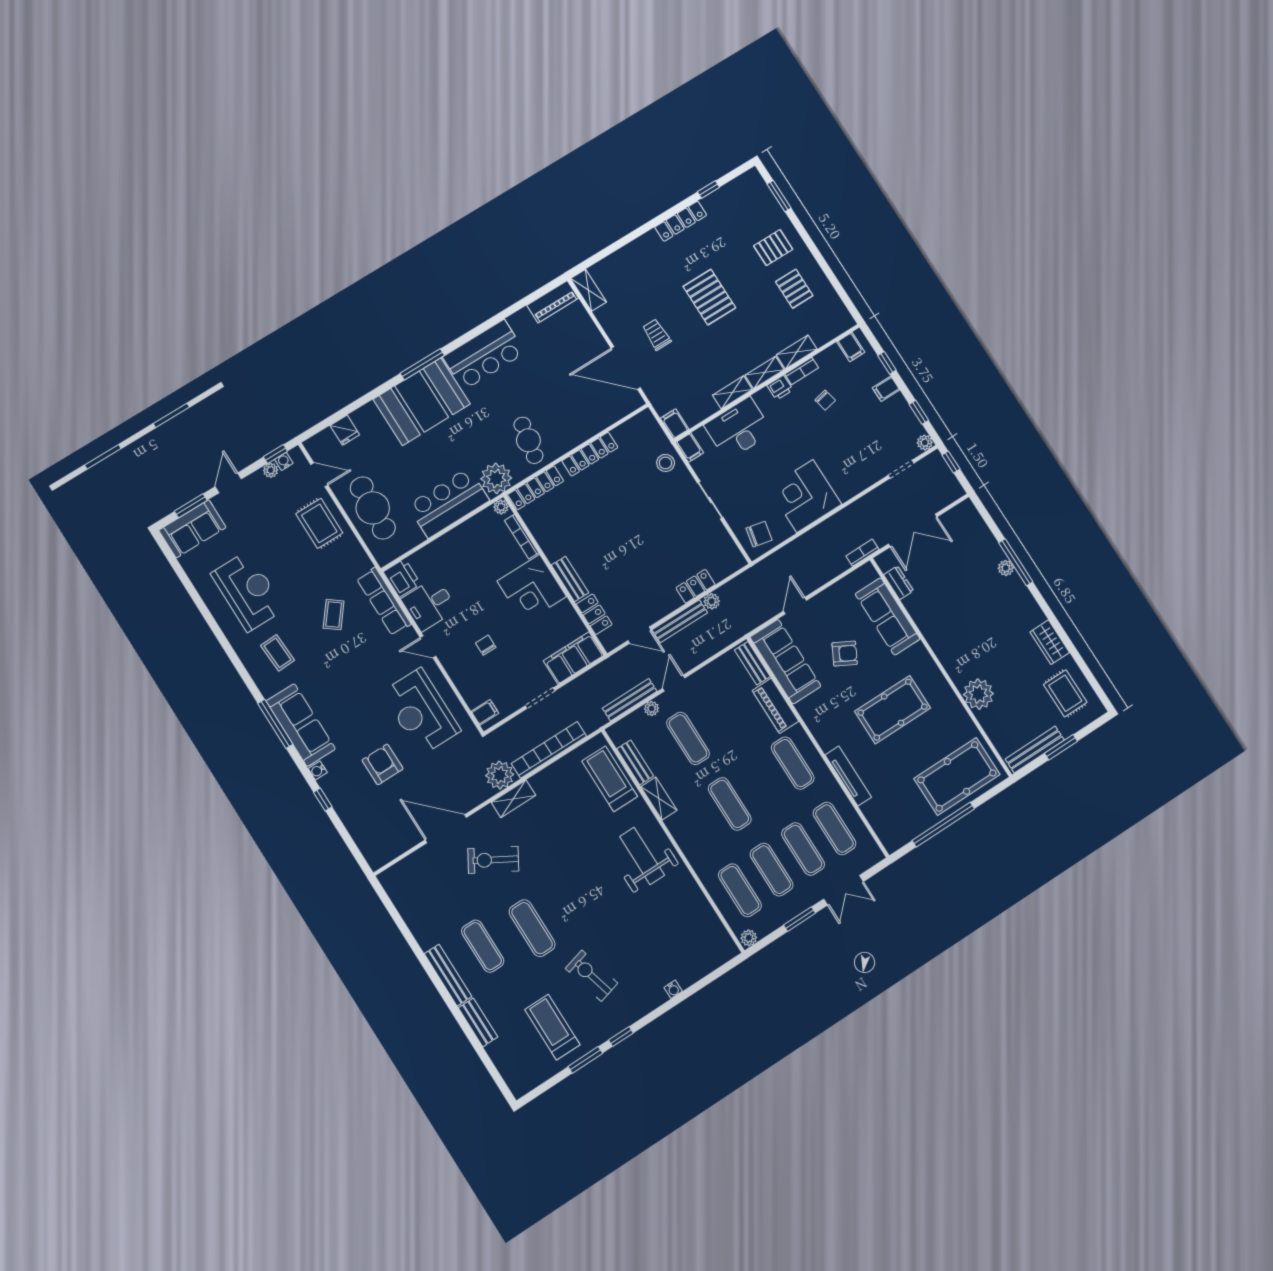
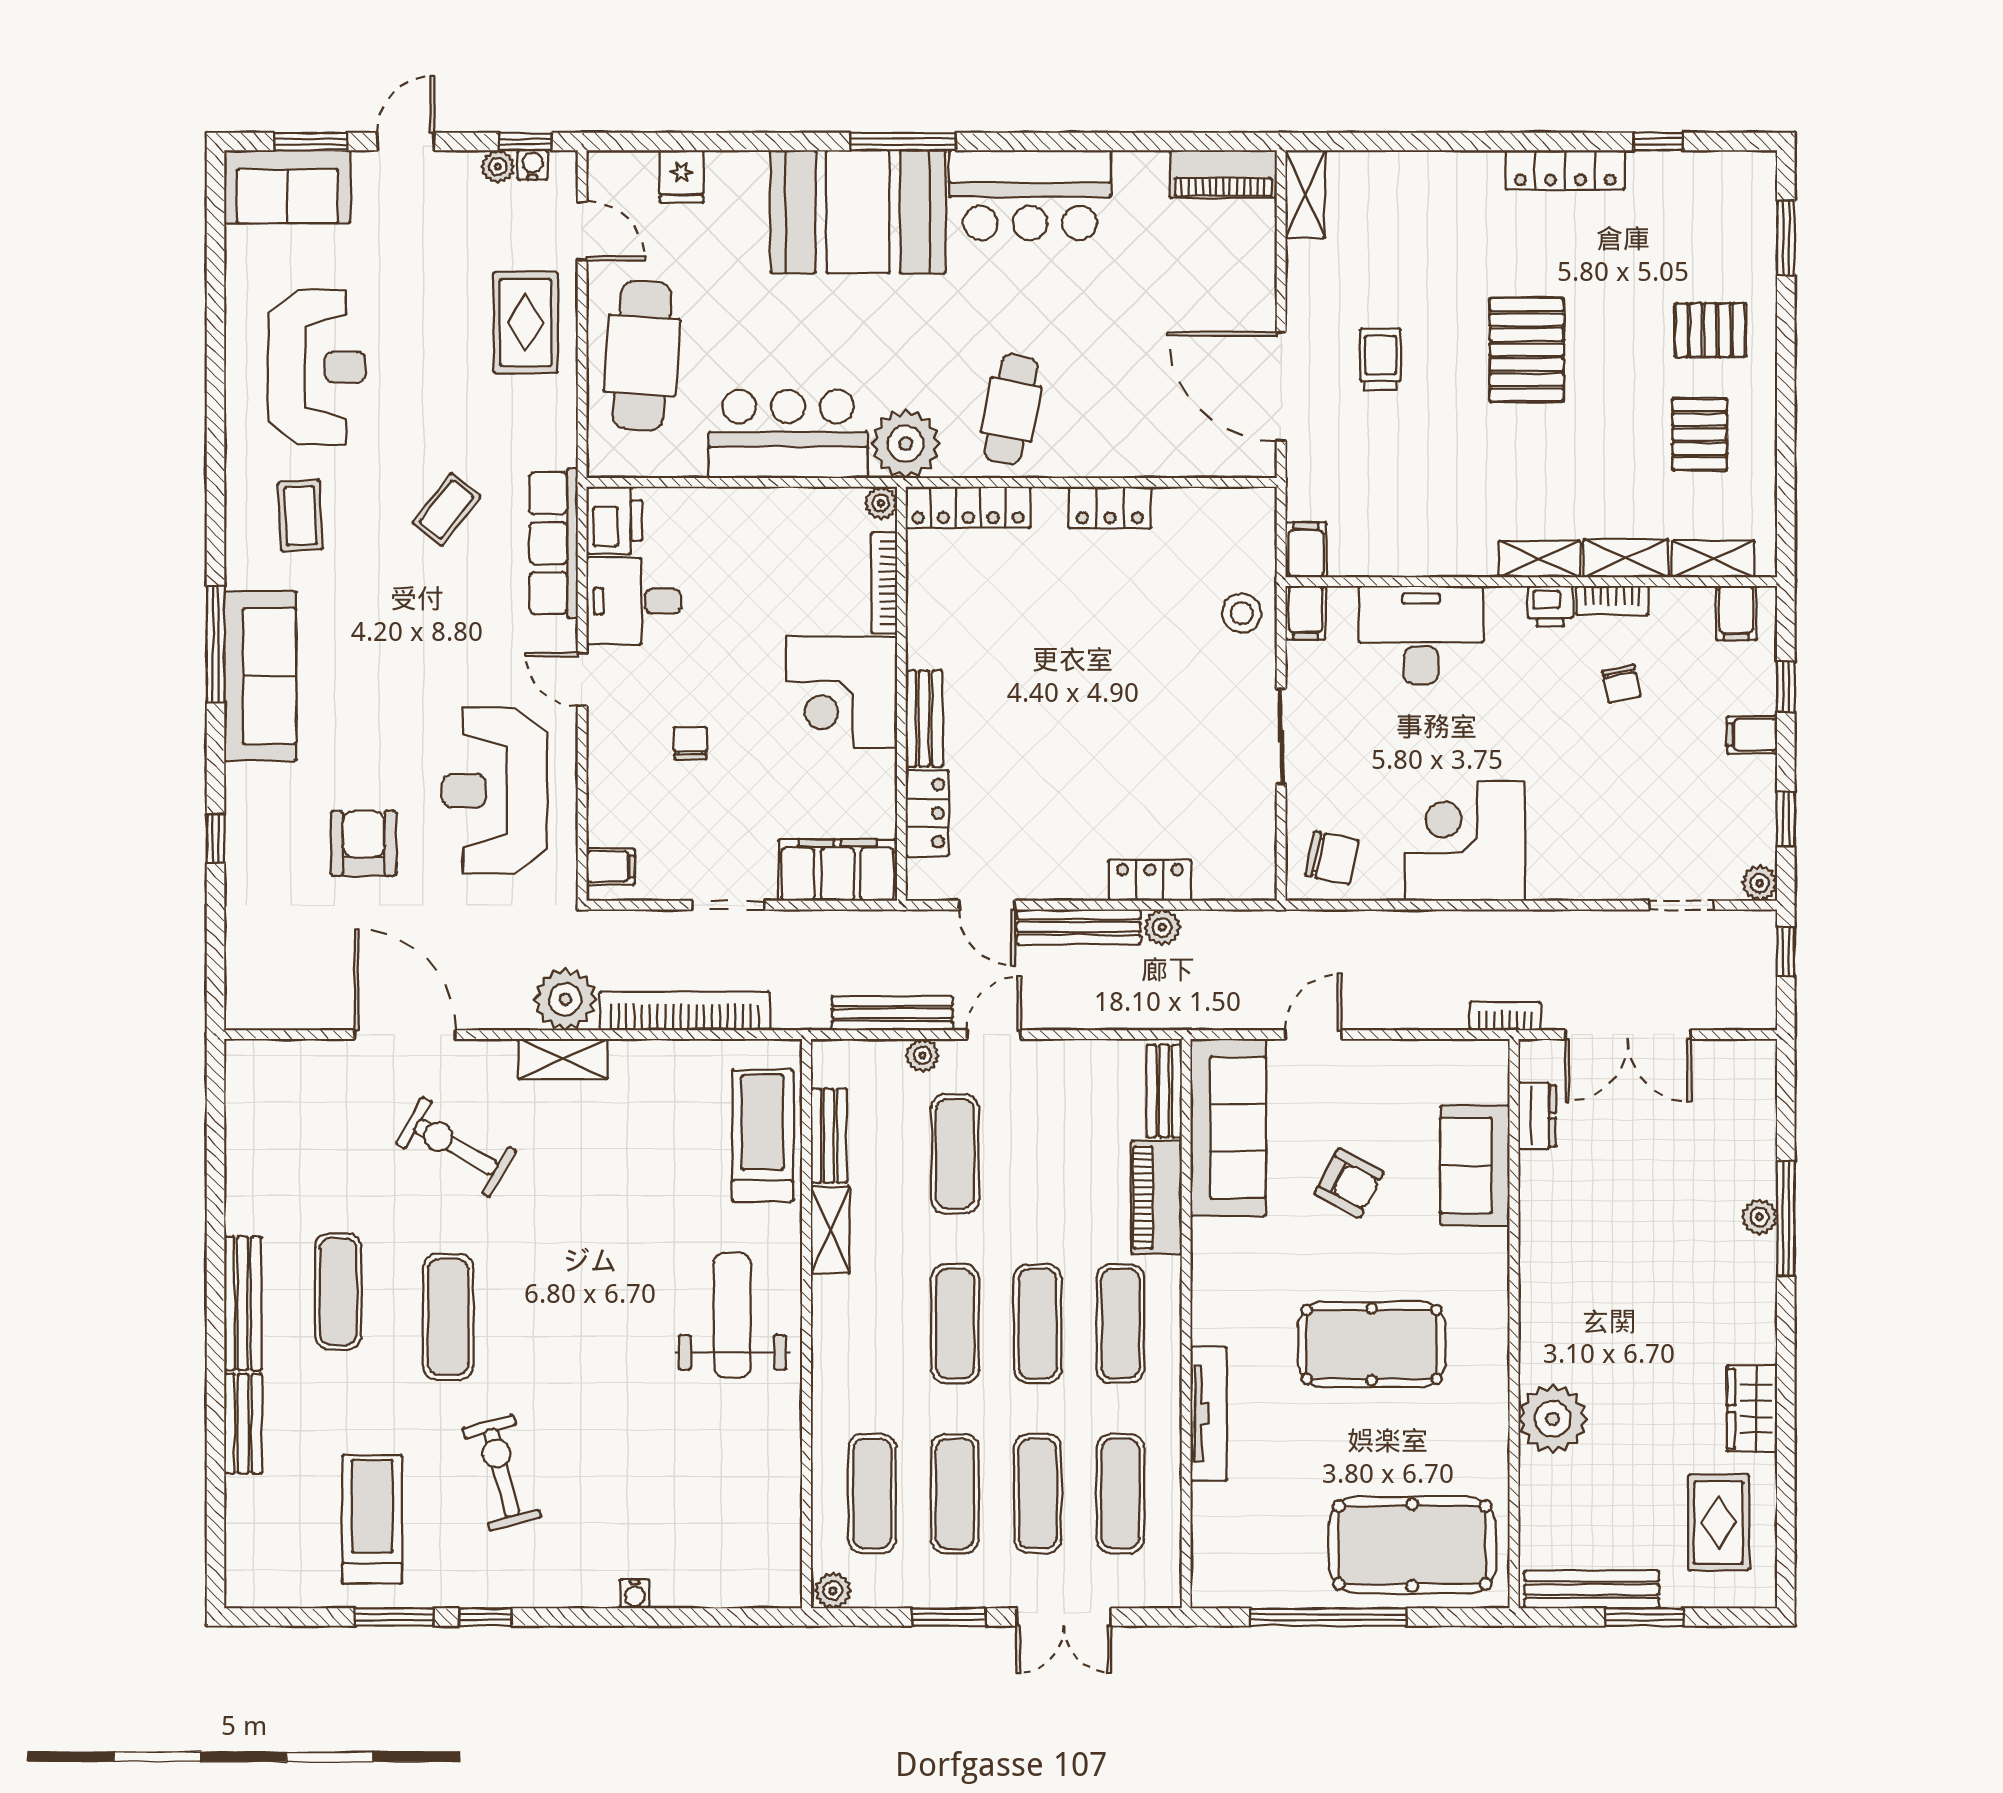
shelving: (732, 392) -> (1713, 559), moved
locker: (590, 454) -> (1110, 508), width x0.66
sofa: (888, 616) -> (1475, 1165), width x0.73
water cooler: (318, 771) -> (239, 779), removed
exercise mat: (761, 783) -> (1038, 1324), added

